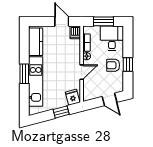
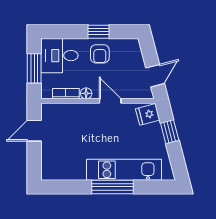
dishwasher: (75, 32) -> (51, 111), removed
kitchen counter: (36, 42) -> (65, 170), removed
window: (24, 74) -> (112, 187), width x1.44
door: (110, 99) -> (155, 76), moved

